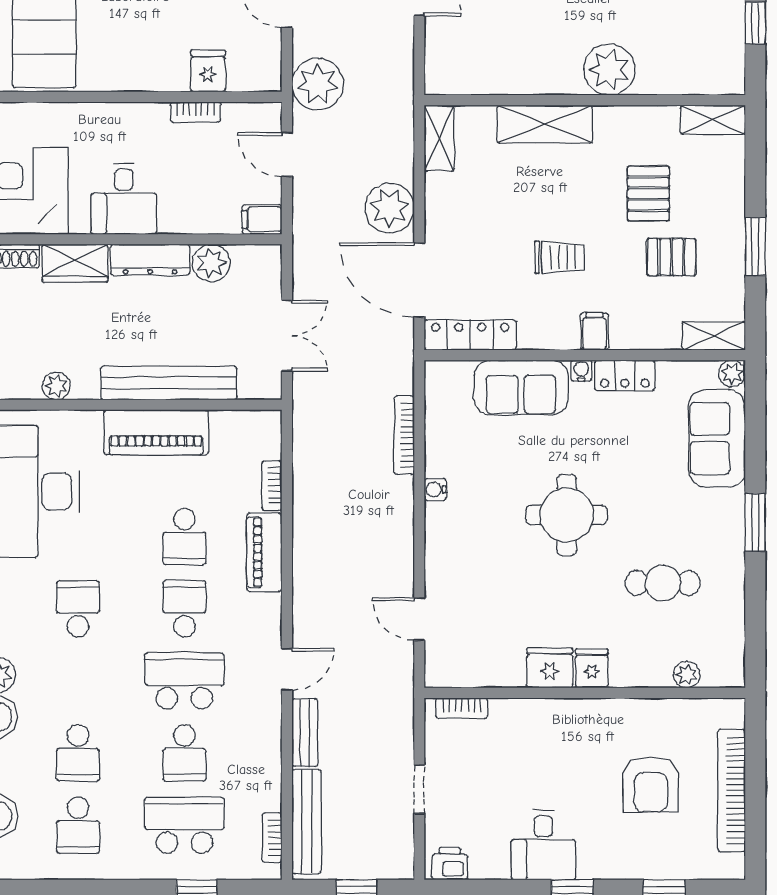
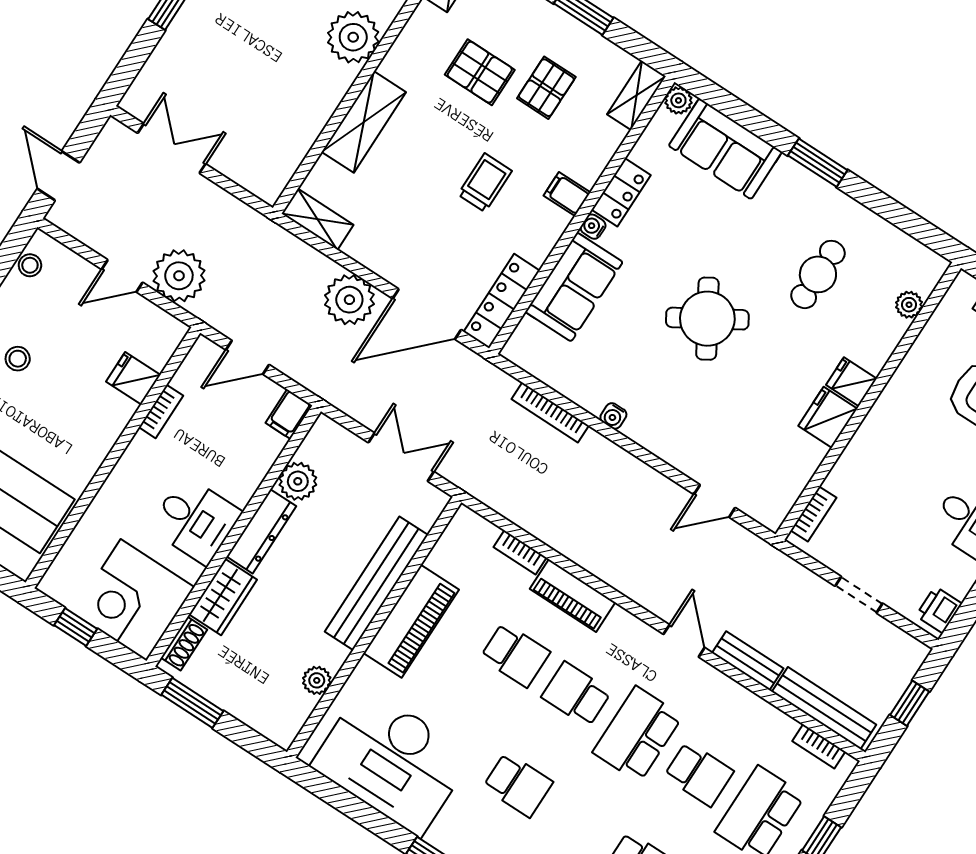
plant: (318, 84) -> (179, 276), moved
round table: (567, 515) -> (707, 319), turned -31
school desk: (78, 609) -> (518, 785), turned 180

